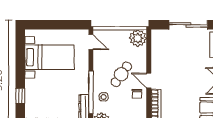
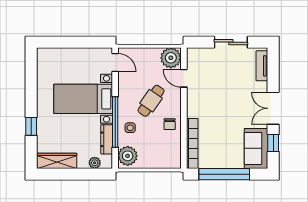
sliding door: (188, 25) -> (231, 42), width x0.73
bed with nightstands: (49, 57) -> (83, 99), moved, turned 180
door: (149, 81) -> (184, 78), moved

